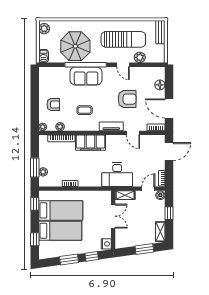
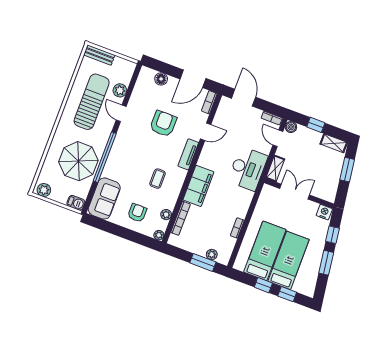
door: (123, 65) -> (121, 113), swing flipped
sofa: (86, 76) -> (104, 199), moved
window: (35, 204) -> (263, 285), moved

